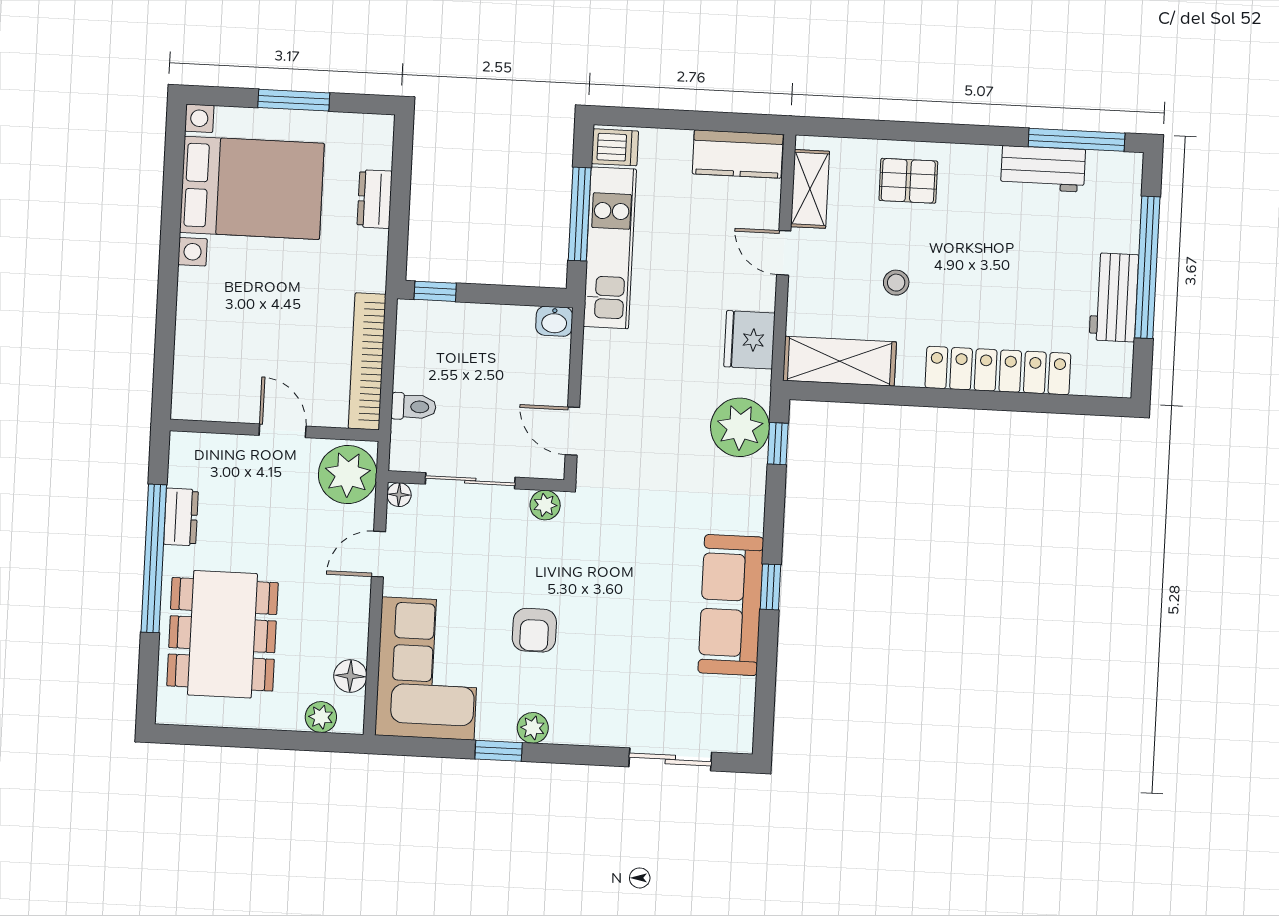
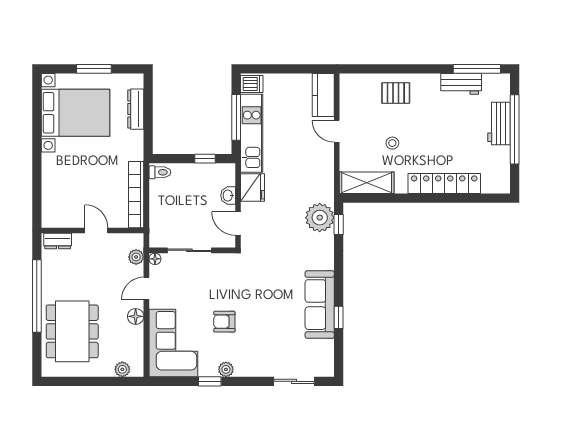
kitchen counter: (738, 154) -> (323, 95), moved, turned 90
shelving: (810, 189) -> (348, 99), removed
dresser: (375, 199) -> (136, 109), width x1.44
window: (435, 291) -> (205, 159), moved
workbench: (1114, 297) -> (499, 124), moved
washbasin: (554, 321) -> (228, 195), moved, turned 90
fridge: (750, 340) -> (253, 188), moved, turned 180
toilet: (414, 407) -> (160, 172), moved
plant: (348, 474) -> (136, 257), width x0.53, depth x0.53
plant: (545, 505) -> (226, 260), removed
dresser: (181, 517) -> (58, 241), moved, turned 90
window: (771, 587) -> (339, 317), moved
armchair: (534, 630) -> (224, 322), turned 90
floor lamp: (350, 676) -> (136, 316), moved

